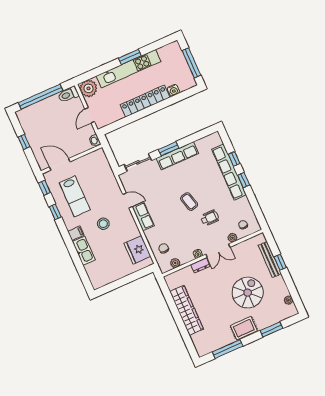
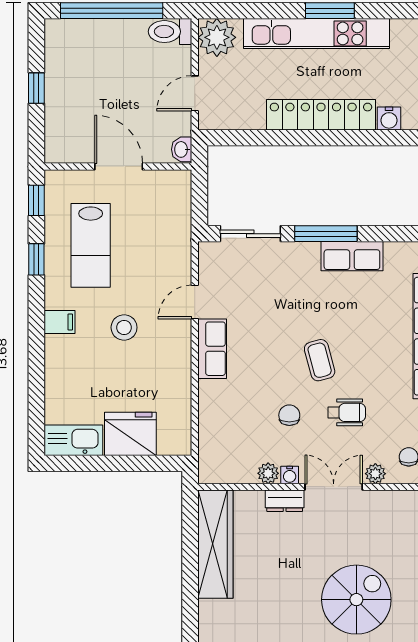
window: (169, 149) -> (326, 234), width x1.44
row of seats: (177, 156) -> (352, 256), width x0.68
door: (60, 164) -> (119, 167), moved
door: (128, 200) -> (195, 302), swing flipped
chair: (164, 248) -> (289, 415), moved
fridge: (137, 250) -> (130, 434), moved, turned 90
kitchen sink: (84, 251) -> (73, 440), moved, turned -90
double door: (218, 251) -> (334, 487), swing flipped
plant: (175, 263) -> (268, 473), moved
wardrobe: (187, 310) -> (215, 544), moved

